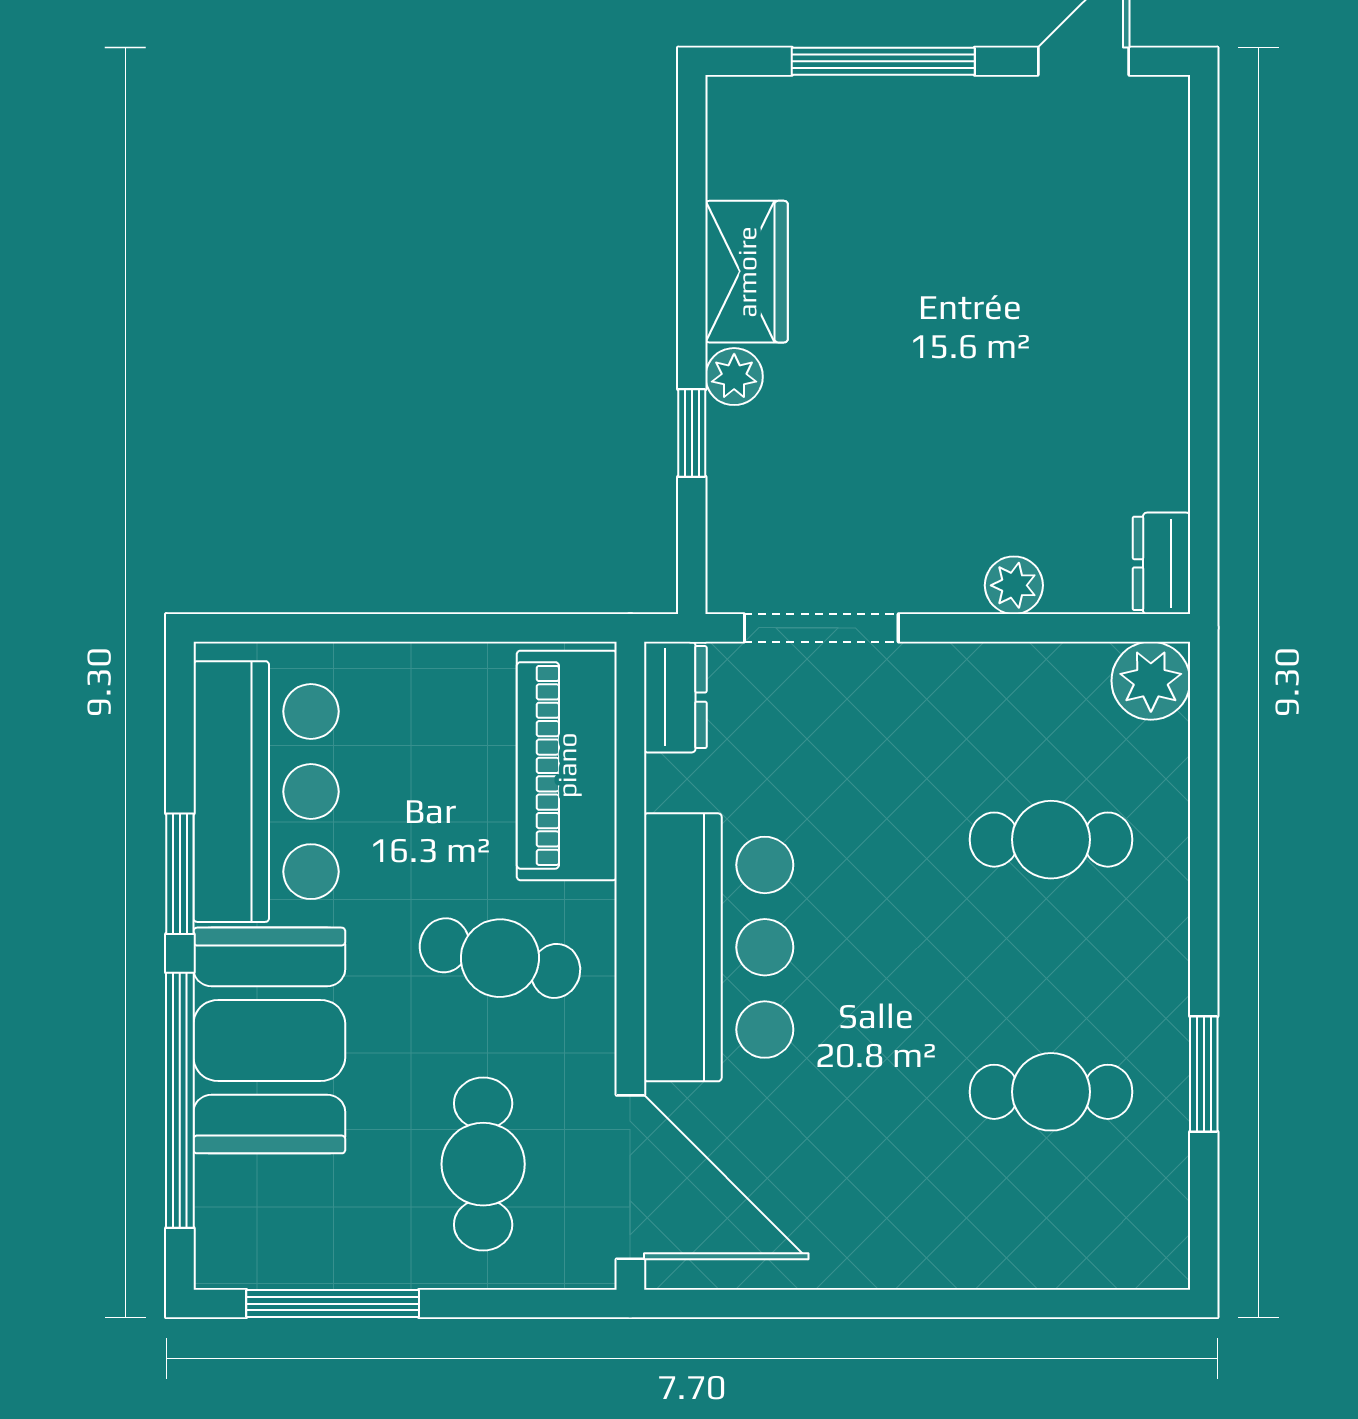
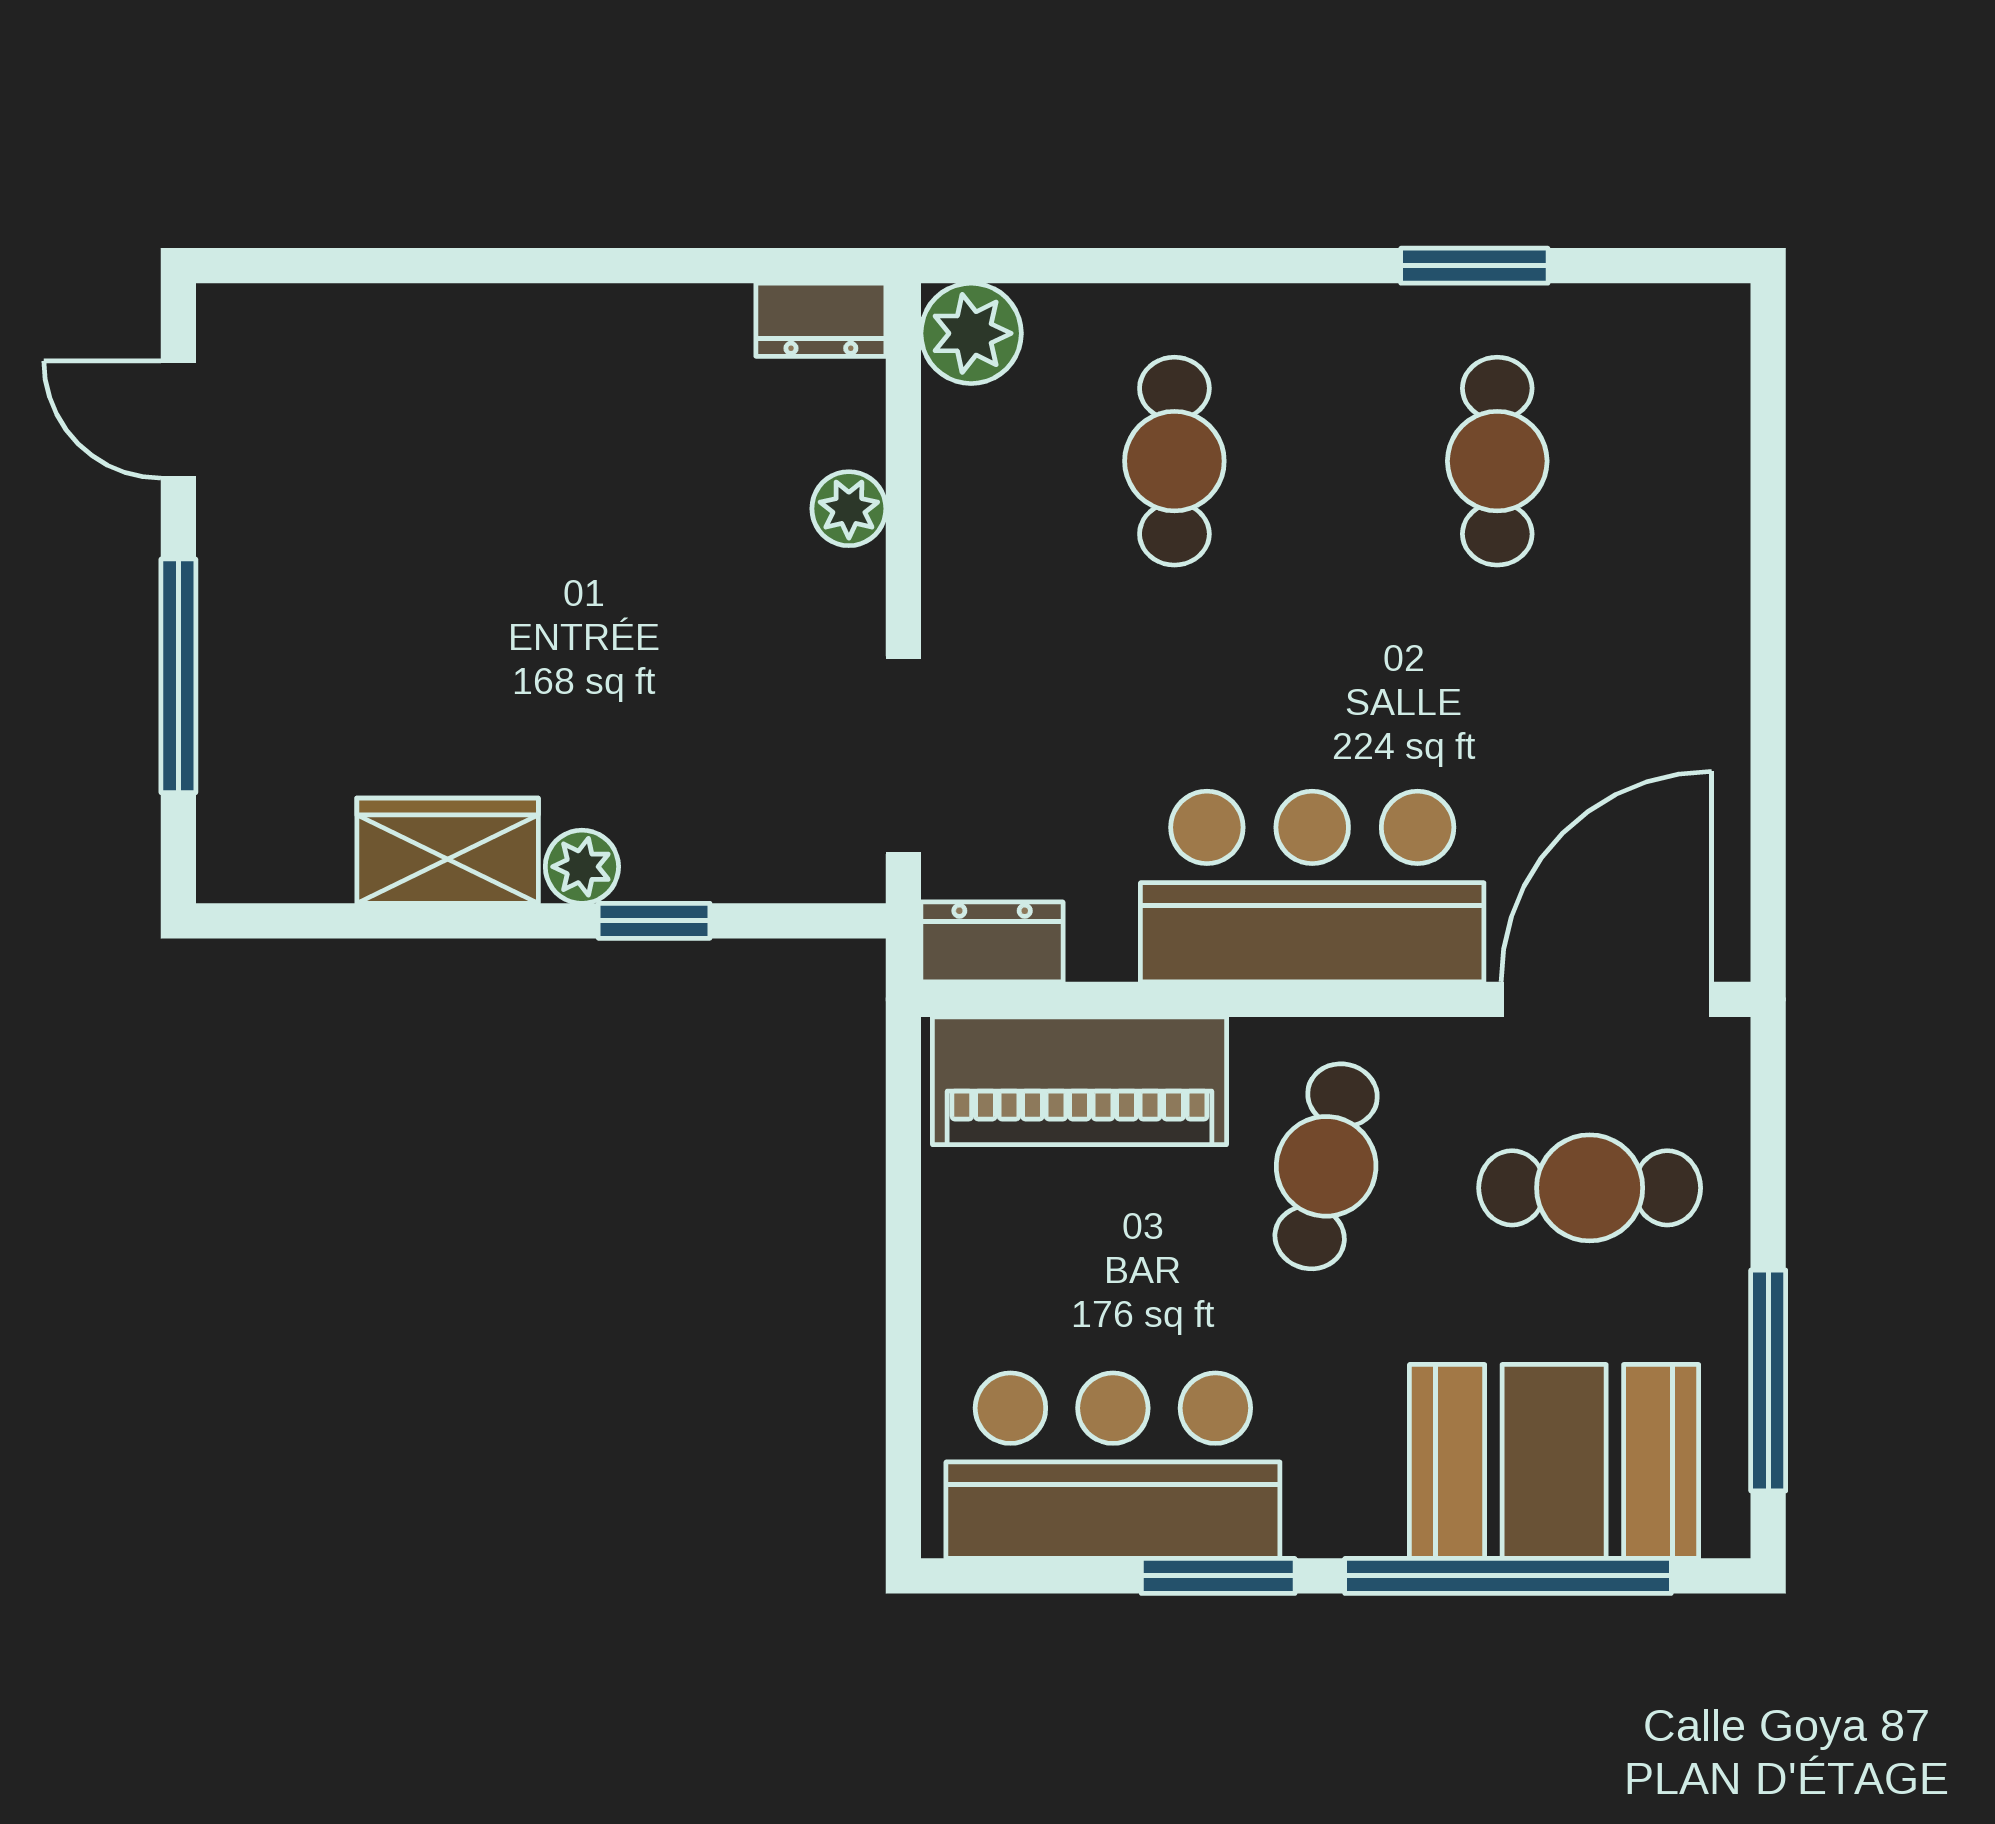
booth: (269, 1040) -> (1554, 1461), moved

